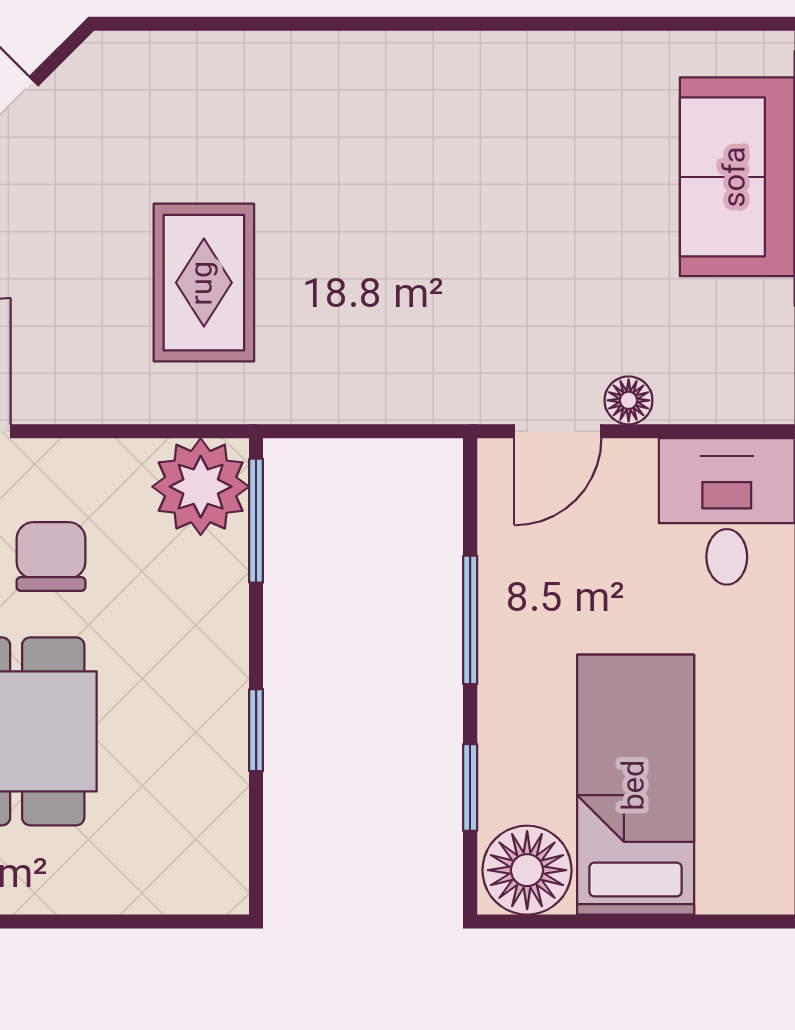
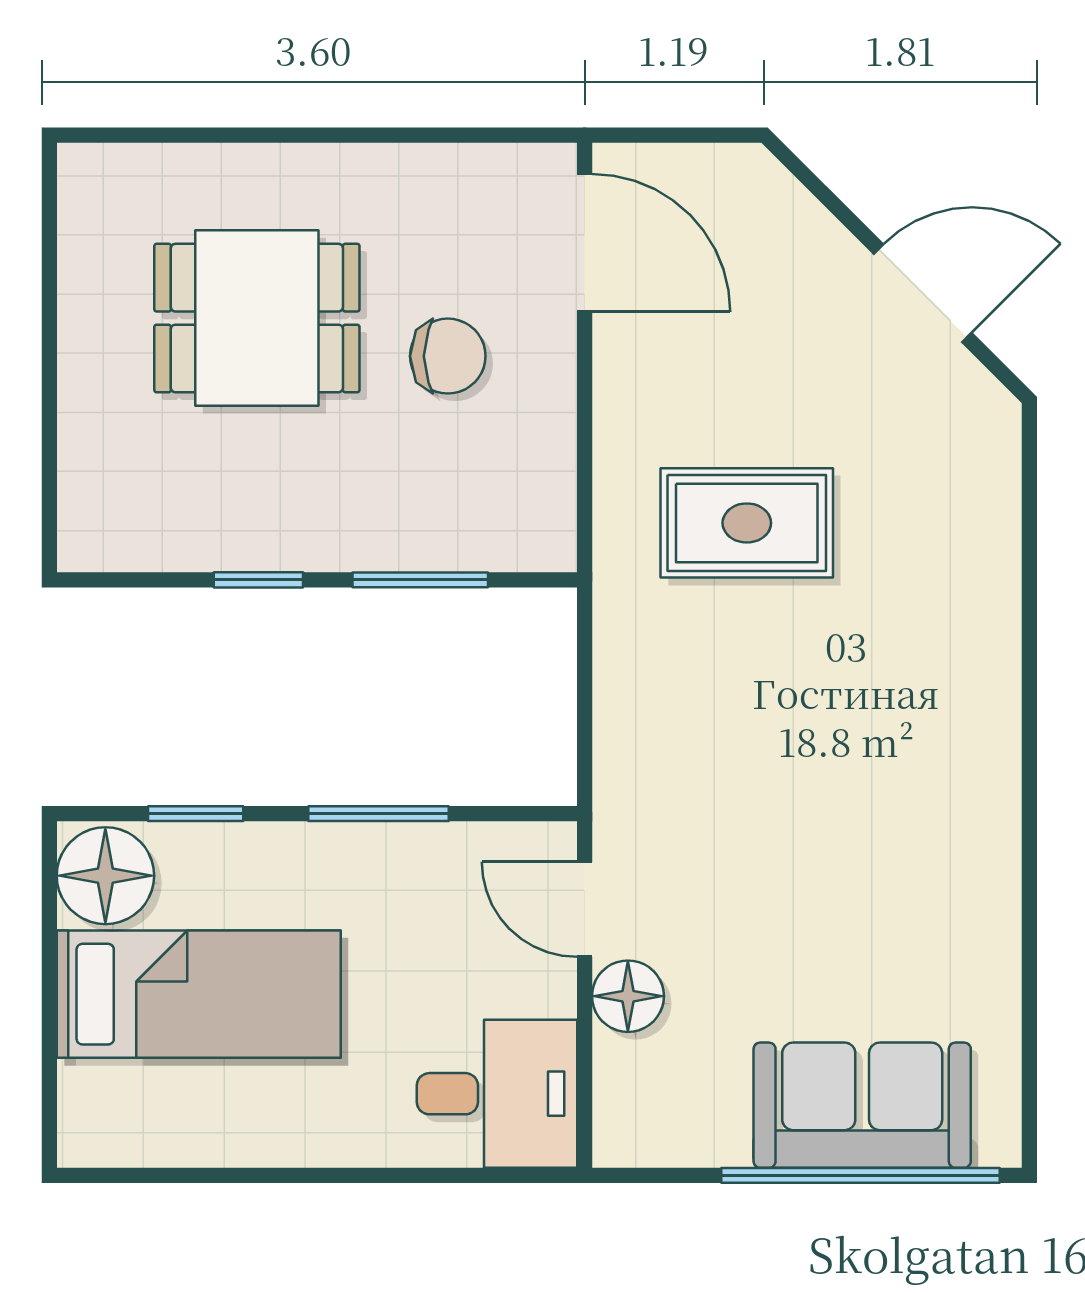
floor lamp: (629, 400) -> (628, 996), width x1.37, depth x1.37
plant: (201, 487) -> (524, 519), removed
window: (256, 521) -> (420, 580), moved

